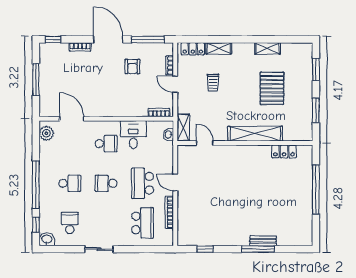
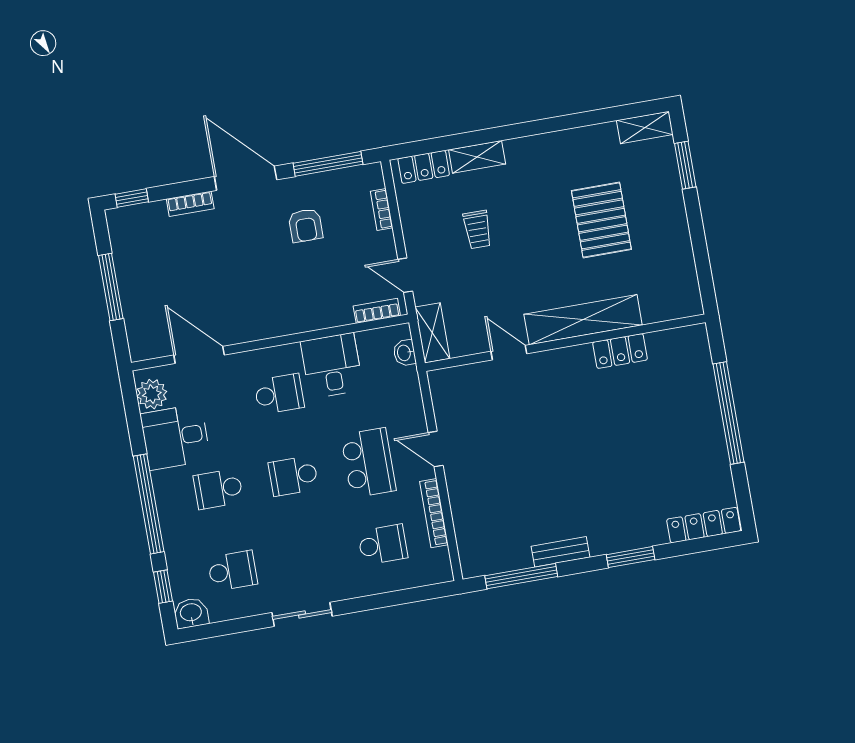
shelving: (267, 48) -> (645, 127), moved
door: (175, 84) -> (405, 275), moved
window: (316, 110) -> (700, 250), removed
door: (205, 143) -> (509, 353), moved
locker: (284, 151) -> (620, 351), moved
desk: (54, 155) -> (175, 437), added
school desk: (70, 183) -> (218, 489), turned 180
school desk: (143, 183) -> (368, 463), turned 180
school desk: (70, 223) -> (233, 571), turned 90
school desk: (143, 223) -> (383, 545), width x0.54
locker: (295, 240) -> (704, 525), added
bench: (263, 241) -> (560, 552), moved
window: (205, 249) -> (521, 576), width x2.17
window: (258, 249) -> (631, 557), width x0.69

